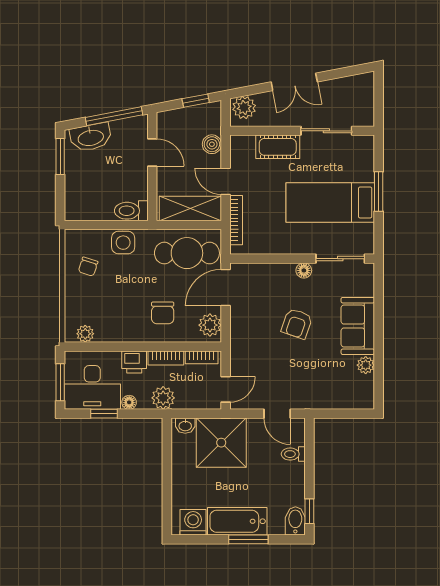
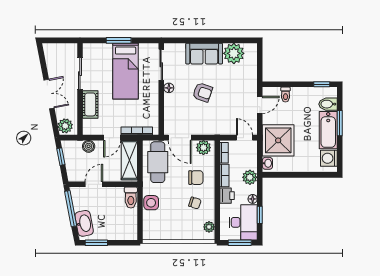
chair: (88, 267) -> (195, 203), moved
plant: (366, 365) -> (234, 53), width x1.88, depth x1.88
bidet: (295, 521) -> (328, 104), moved

